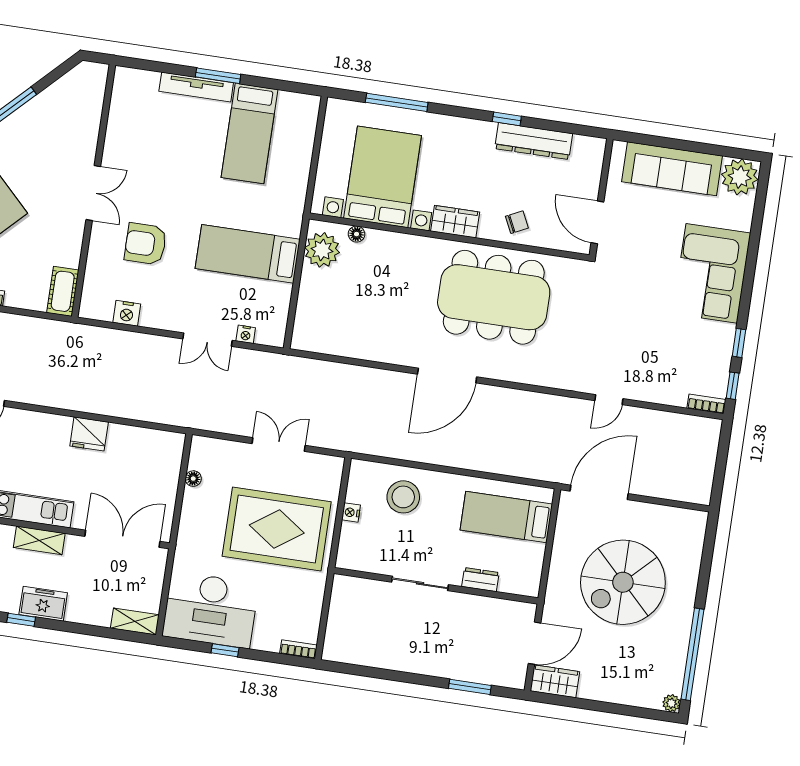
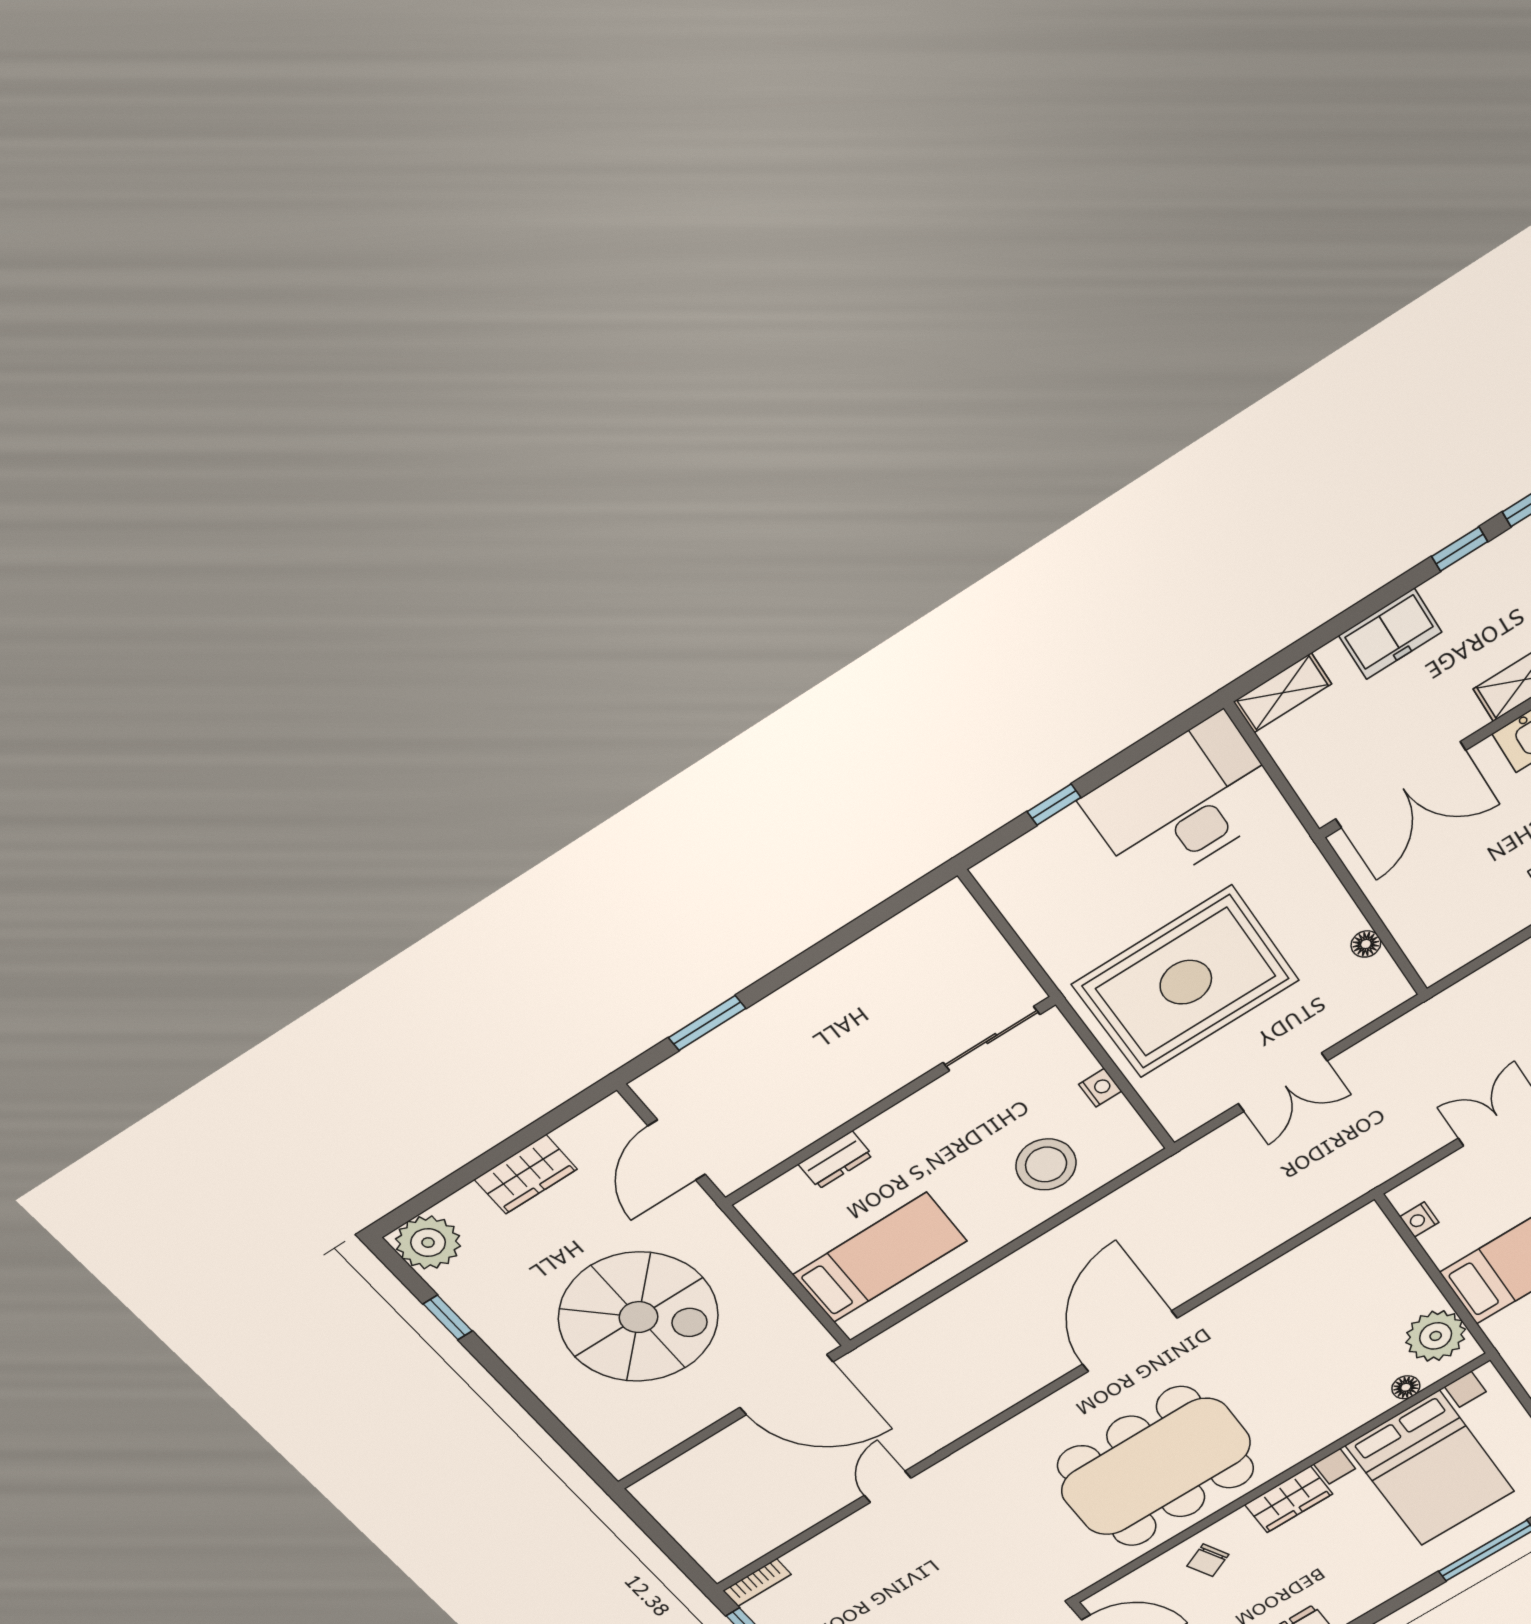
nightstand: (246, 334) -> (1419, 1219), moved, turned -90
door: (599, 492) -> (786, 1385), hinge flipped
spiral stairs: (623, 582) -> (639, 1317), turned 90
sliding door: (420, 583) -> (991, 1039), moved
freezer: (43, 604) -> (1390, 634), moved
bookcase: (298, 649) -> (1004, 861), removed
window: (225, 650) -> (1054, 804), moved
window: (692, 654) -> (448, 1318), width x0.32
wardrobe: (555, 681) -> (526, 1174), moved
plant: (671, 703) -> (428, 1243), width x1.88, depth x1.88

